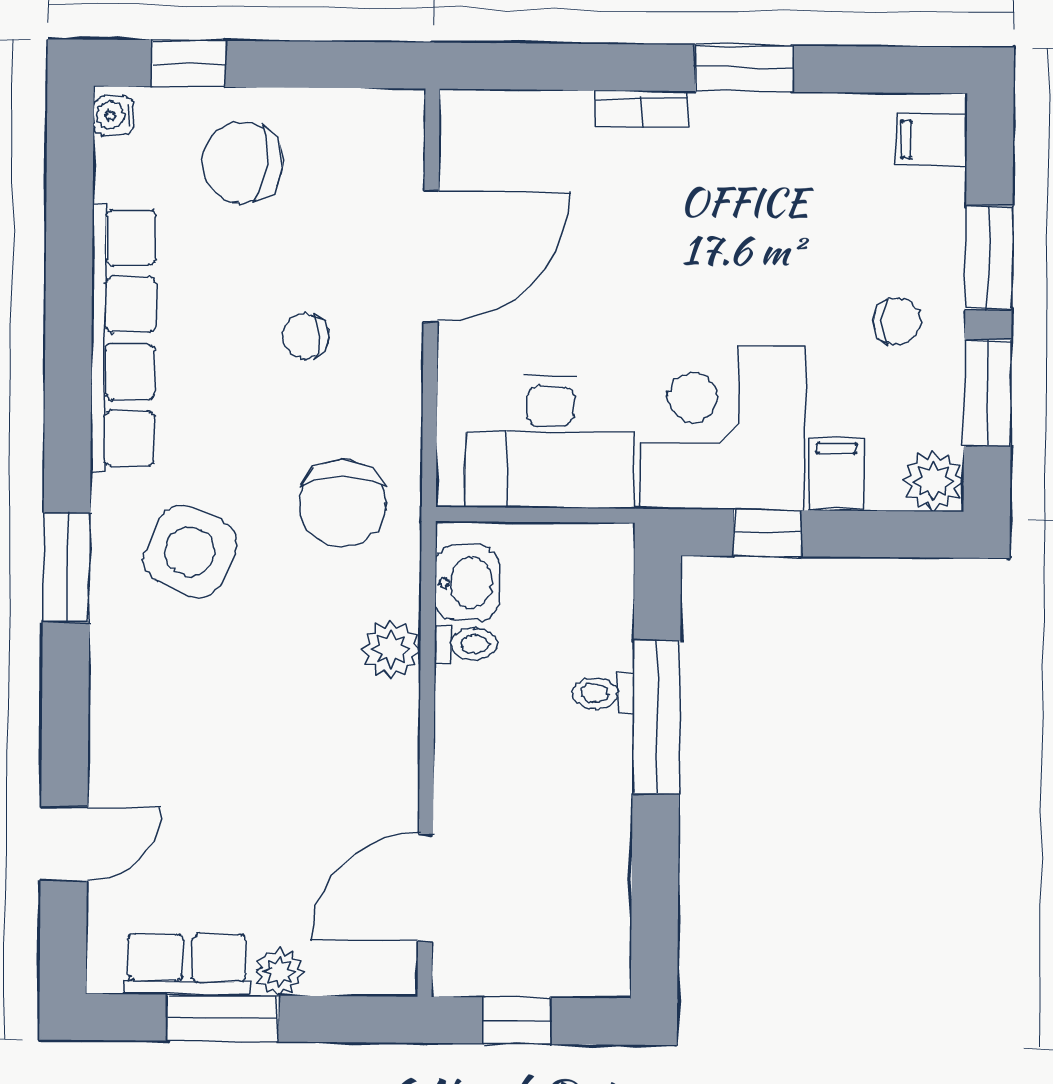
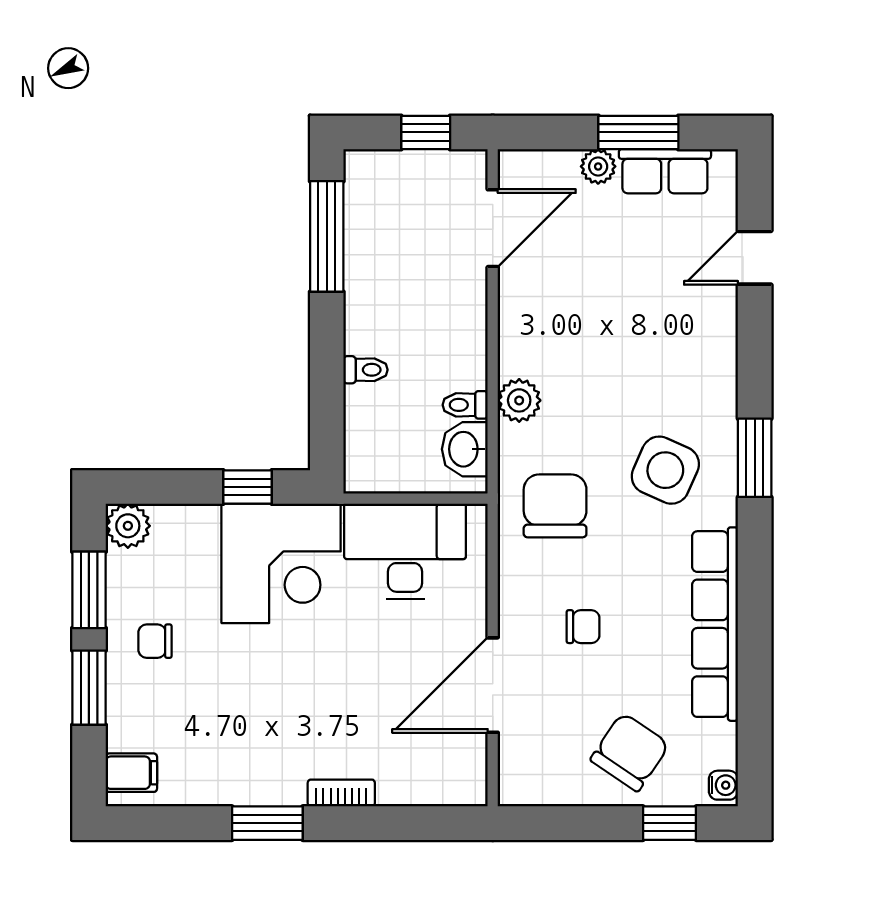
chair: (242, 162) -> (630, 752), turned -61
filing cabinet: (836, 474) -> (198, 530), removed
window: (656, 717) -> (327, 236), moved

